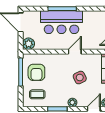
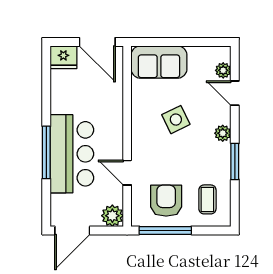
door: (75, 52) -> (127, 173), moved
armchair: (36, 72) -> (166, 201), turned -90

